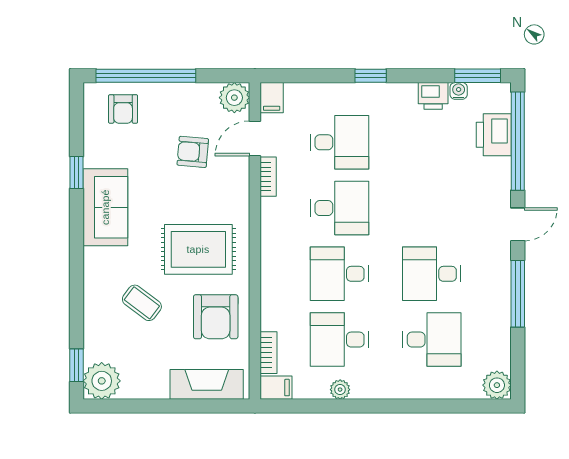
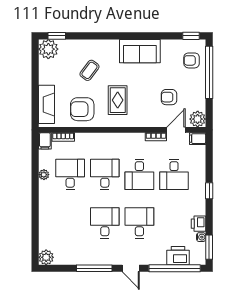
door: (255, 138) -> (176, 130), hinge flipped
armchair: (193, 152) -> (169, 97), turned -95
window: (77, 173) -> (191, 36), moved
rug: (198, 249) -> (118, 100), width x0.73, depth x0.70
desk: (432, 340) -> (139, 223), moved, turned 180

